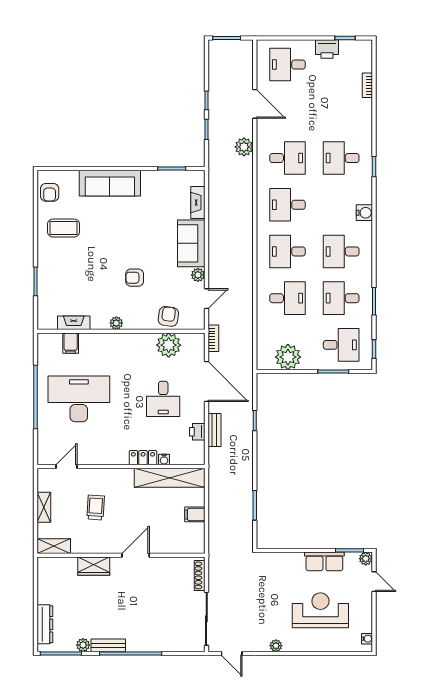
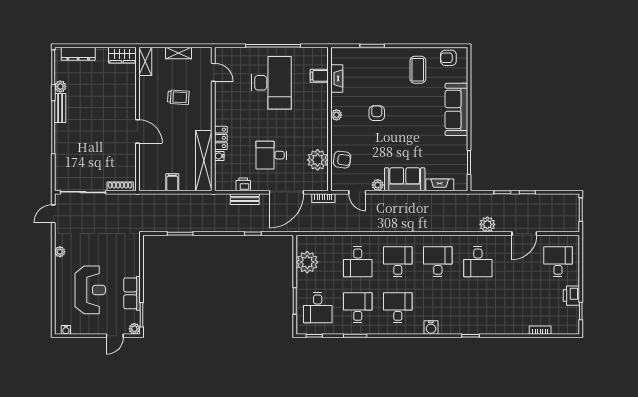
desk: (341, 158) -> (478, 308), removed
armchair: (135, 278) -> (377, 113), moved
wardrobe: (94, 566) -> (122, 55), moved, turned -90

